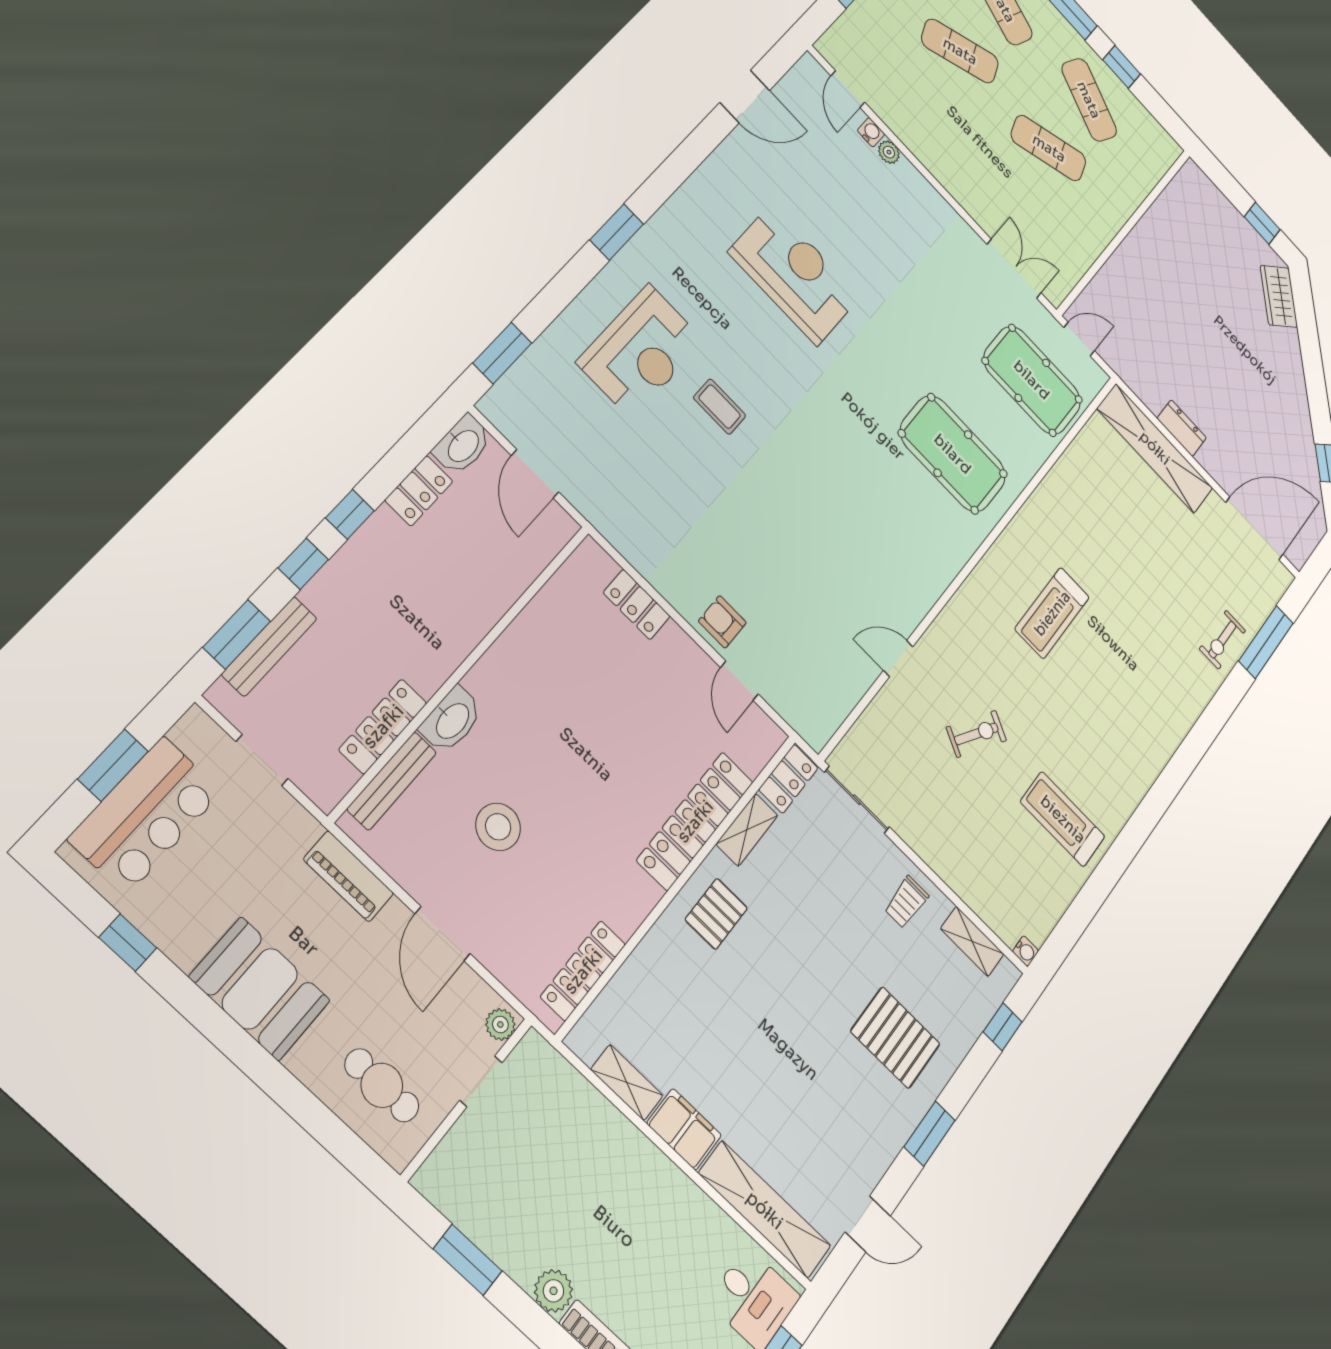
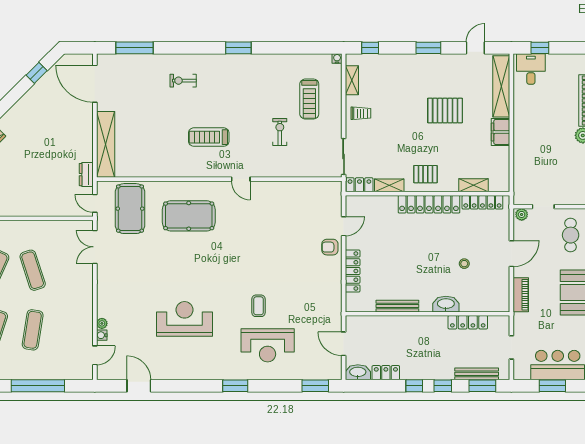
exercise mat: (960, 51) -> (33, 330), turned 30
reception desk: (794, 274) -> (185, 319), turned 90
reception desk: (641, 351) -> (268, 345), turned 180
dresser: (1182, 428) -> (86, 175), moved
pool table: (953, 454) -> (189, 216), turned 90
door: (535, 474) -> (344, 344), swing flipped
locker: (637, 604) -> (353, 271), width x1.53
treadmill: (1052, 613) -> (209, 137), turned 180
armchair: (722, 622) -> (330, 247), turned 90
exercise bike: (1222, 640) -> (183, 81), moved, turned 180
door: (898, 659) -> (241, 179), moved
exercise bike: (976, 734) -> (280, 132), turned 61
bench: (392, 781) -> (397, 306), moved
window: (1156, 803) -> (238, 48), added
treadmill: (1063, 819) -> (309, 99), moved
locker: (695, 821) -> (429, 204), moved
stool: (498, 827) -> (464, 264), width x0.53, depth x0.53
pallet: (895, 1038) -> (445, 111), moved, turned 90
shelving: (627, 1083) -> (473, 185), moved, turned 90
door: (868, 1224) -> (475, 48), hinge flipped

